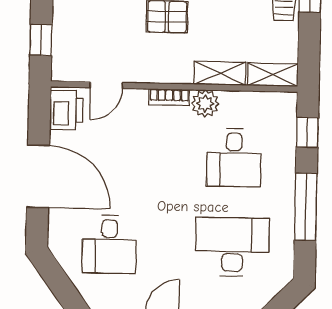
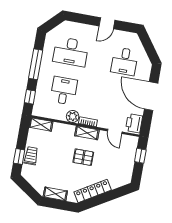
shelving: (220, 73) -> (87, 133), moved
door: (106, 85) -> (115, 131), swing flipped
desk: (109, 244) -> (124, 61), turned 180

